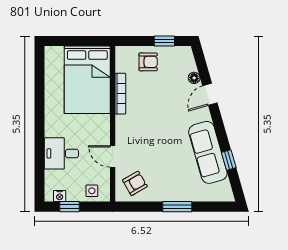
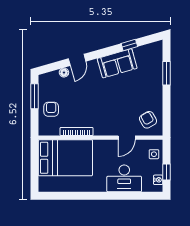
window: (164, 41) -> (35, 96), width x1.50
door: (210, 94) -> (77, 60), hinge flipped
sofa: (208, 152) -> (117, 63), width x0.73
desk: (61, 153) -> (124, 178), width x1.37
window: (177, 207) -> (167, 73), moved

